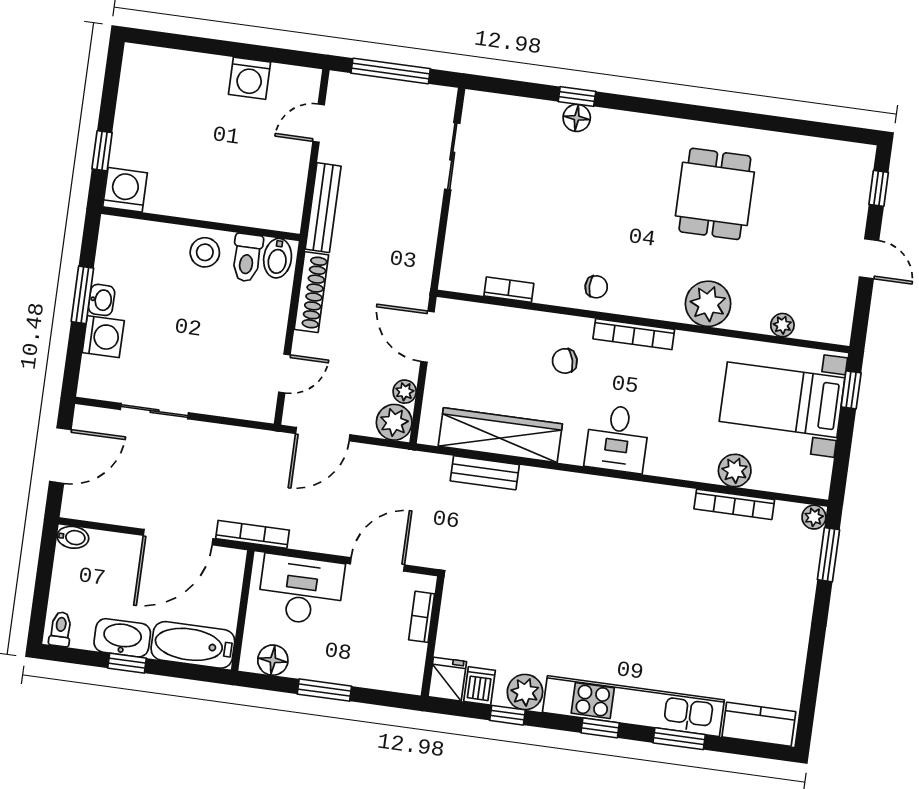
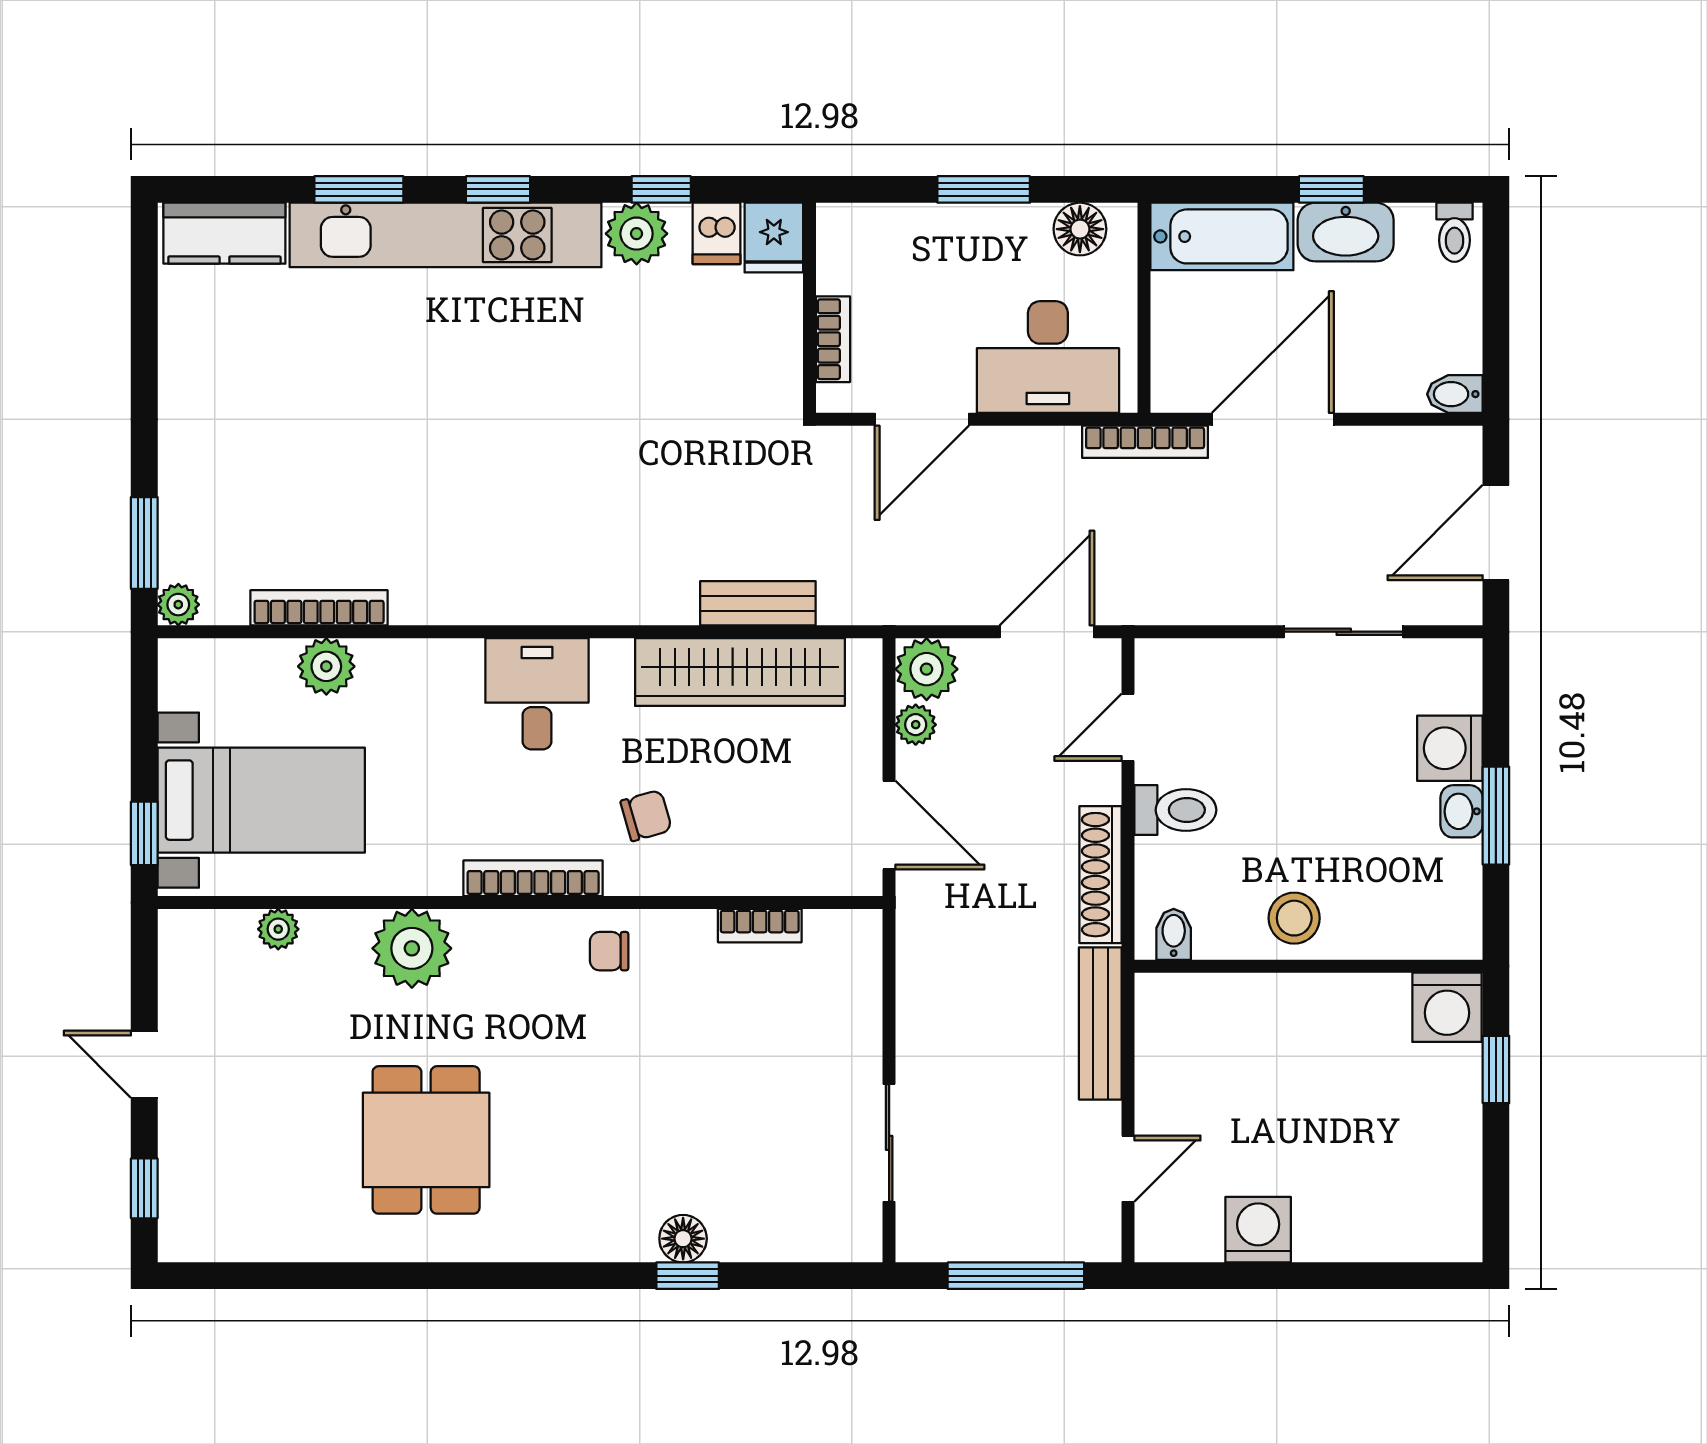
toilet: (247, 258) -> (1175, 810), moved, turned 90
bidet: (278, 258) -> (1174, 934), width x0.72, depth x0.74

